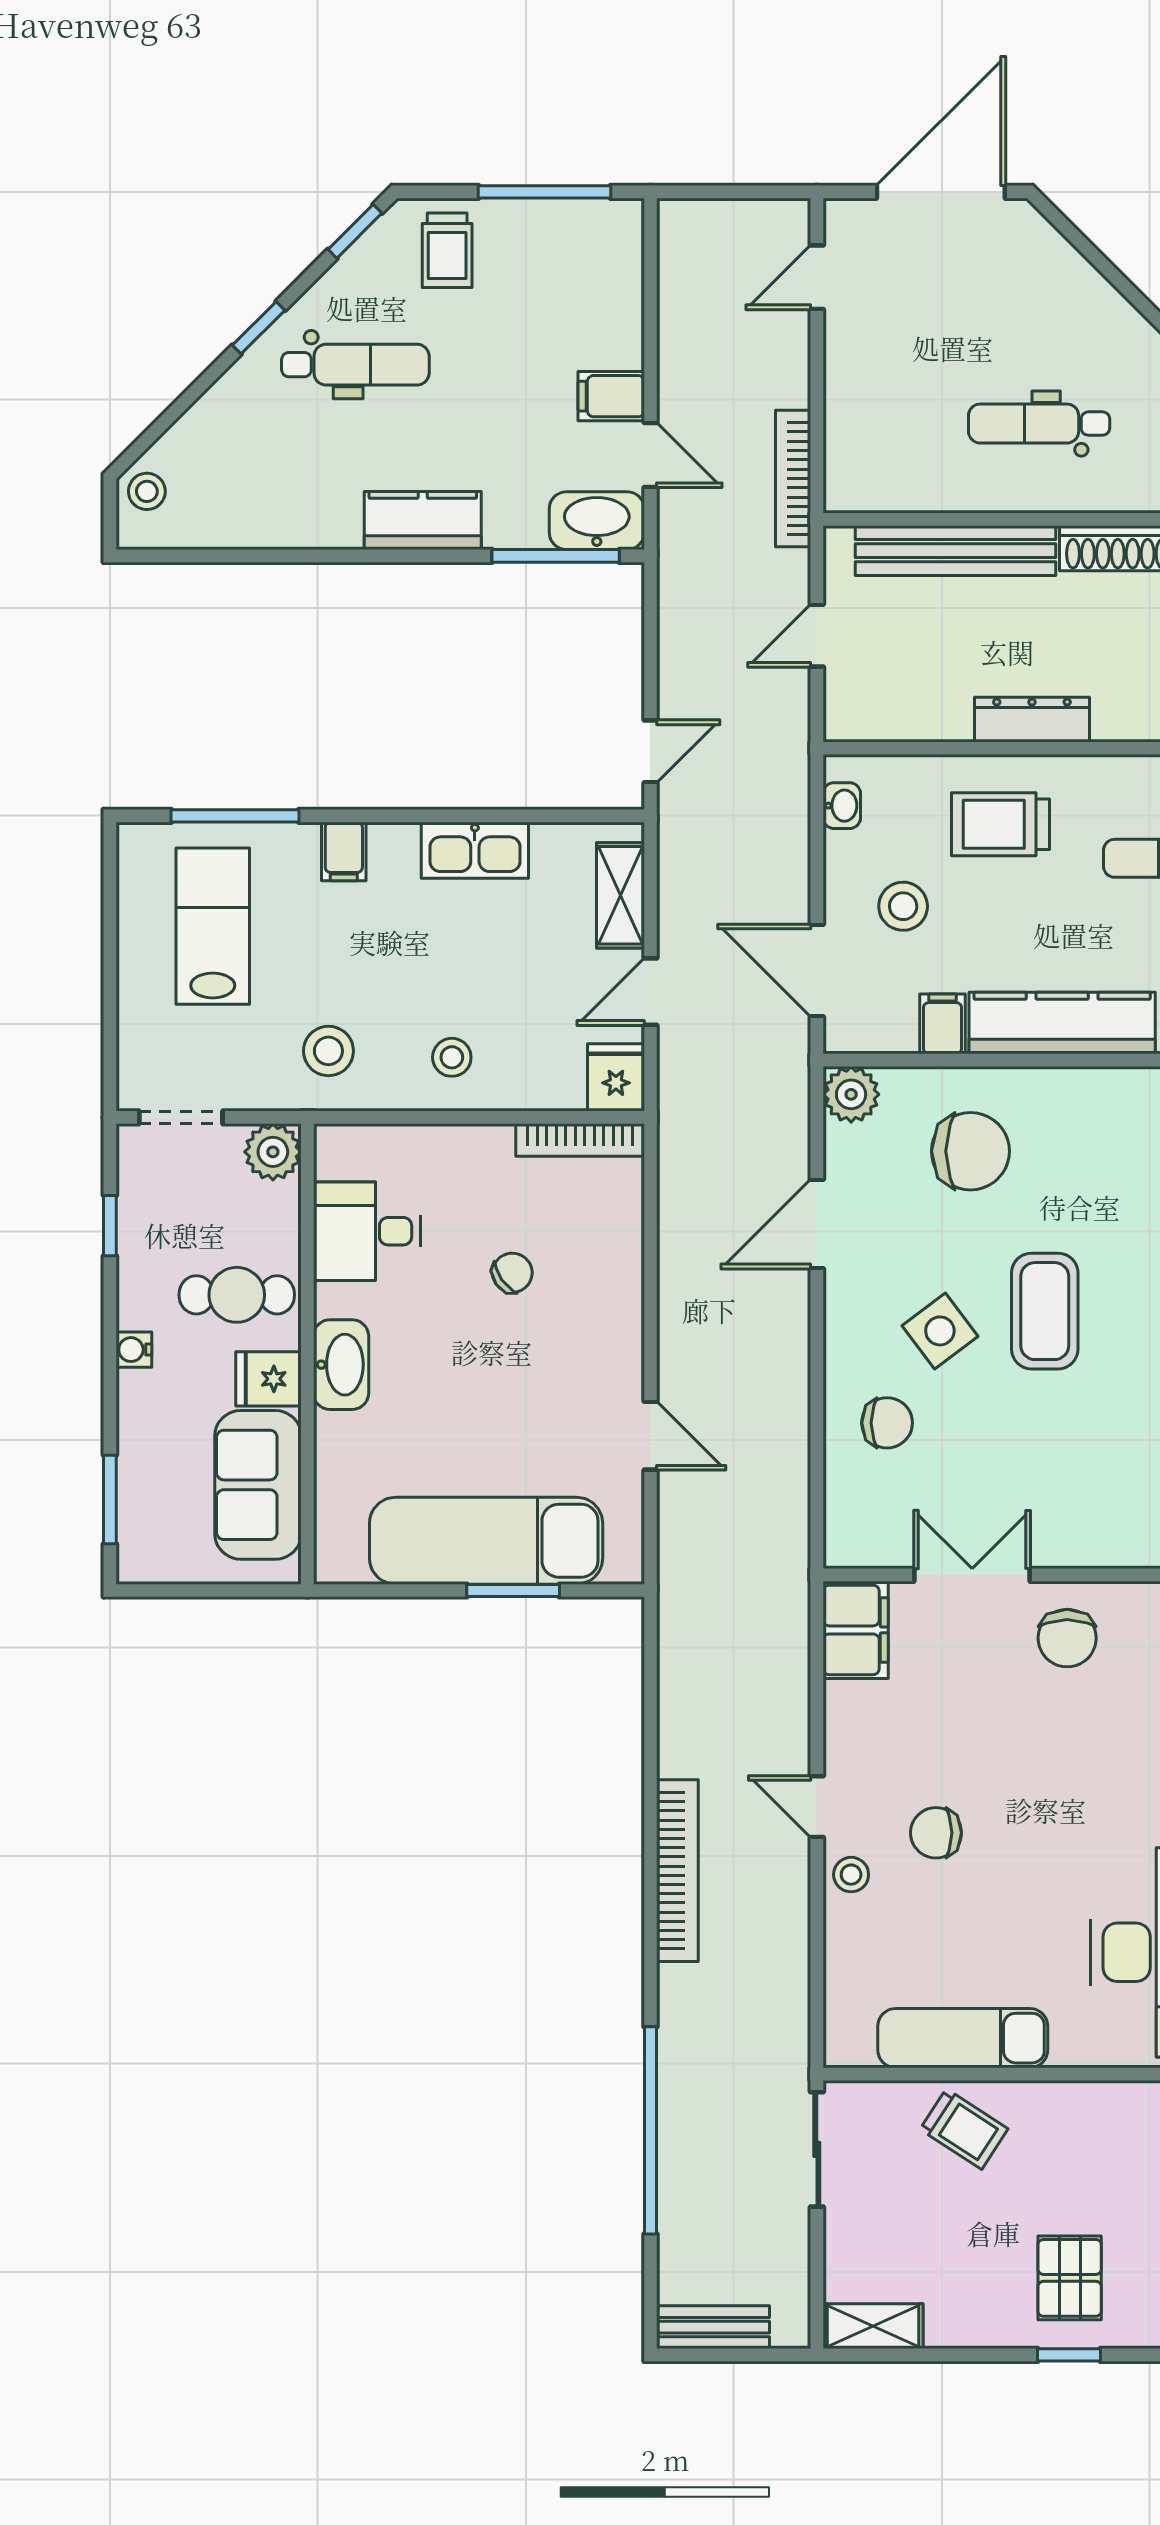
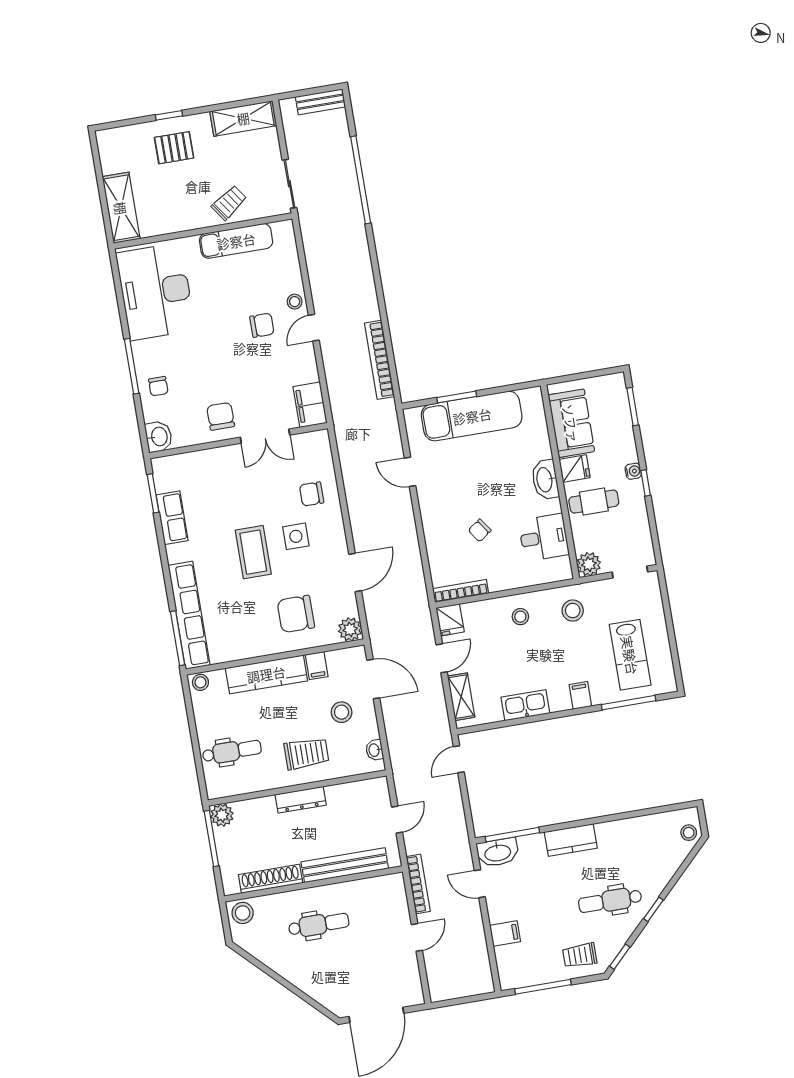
trolley: (447, 250) -> (580, 955), turned -90
door: (817, 277) -> (417, 937), moved
filing cabinet: (611, 396) -> (505, 933), moved
window: (110, 1226) -> (646, 483), moved
side table: (940, 1331) -> (296, 536), turned 37
door: (817, 1807) -> (314, 328), swing flipped
bookcase: (677, 1871) -> (379, 360), moved
trolley: (964, 2129) -> (229, 203), turned 112
pallet: (1070, 2278) -> (174, 148), turned 90
shelving: (873, 2326) -> (243, 118), width x1.50, depth x1.33

